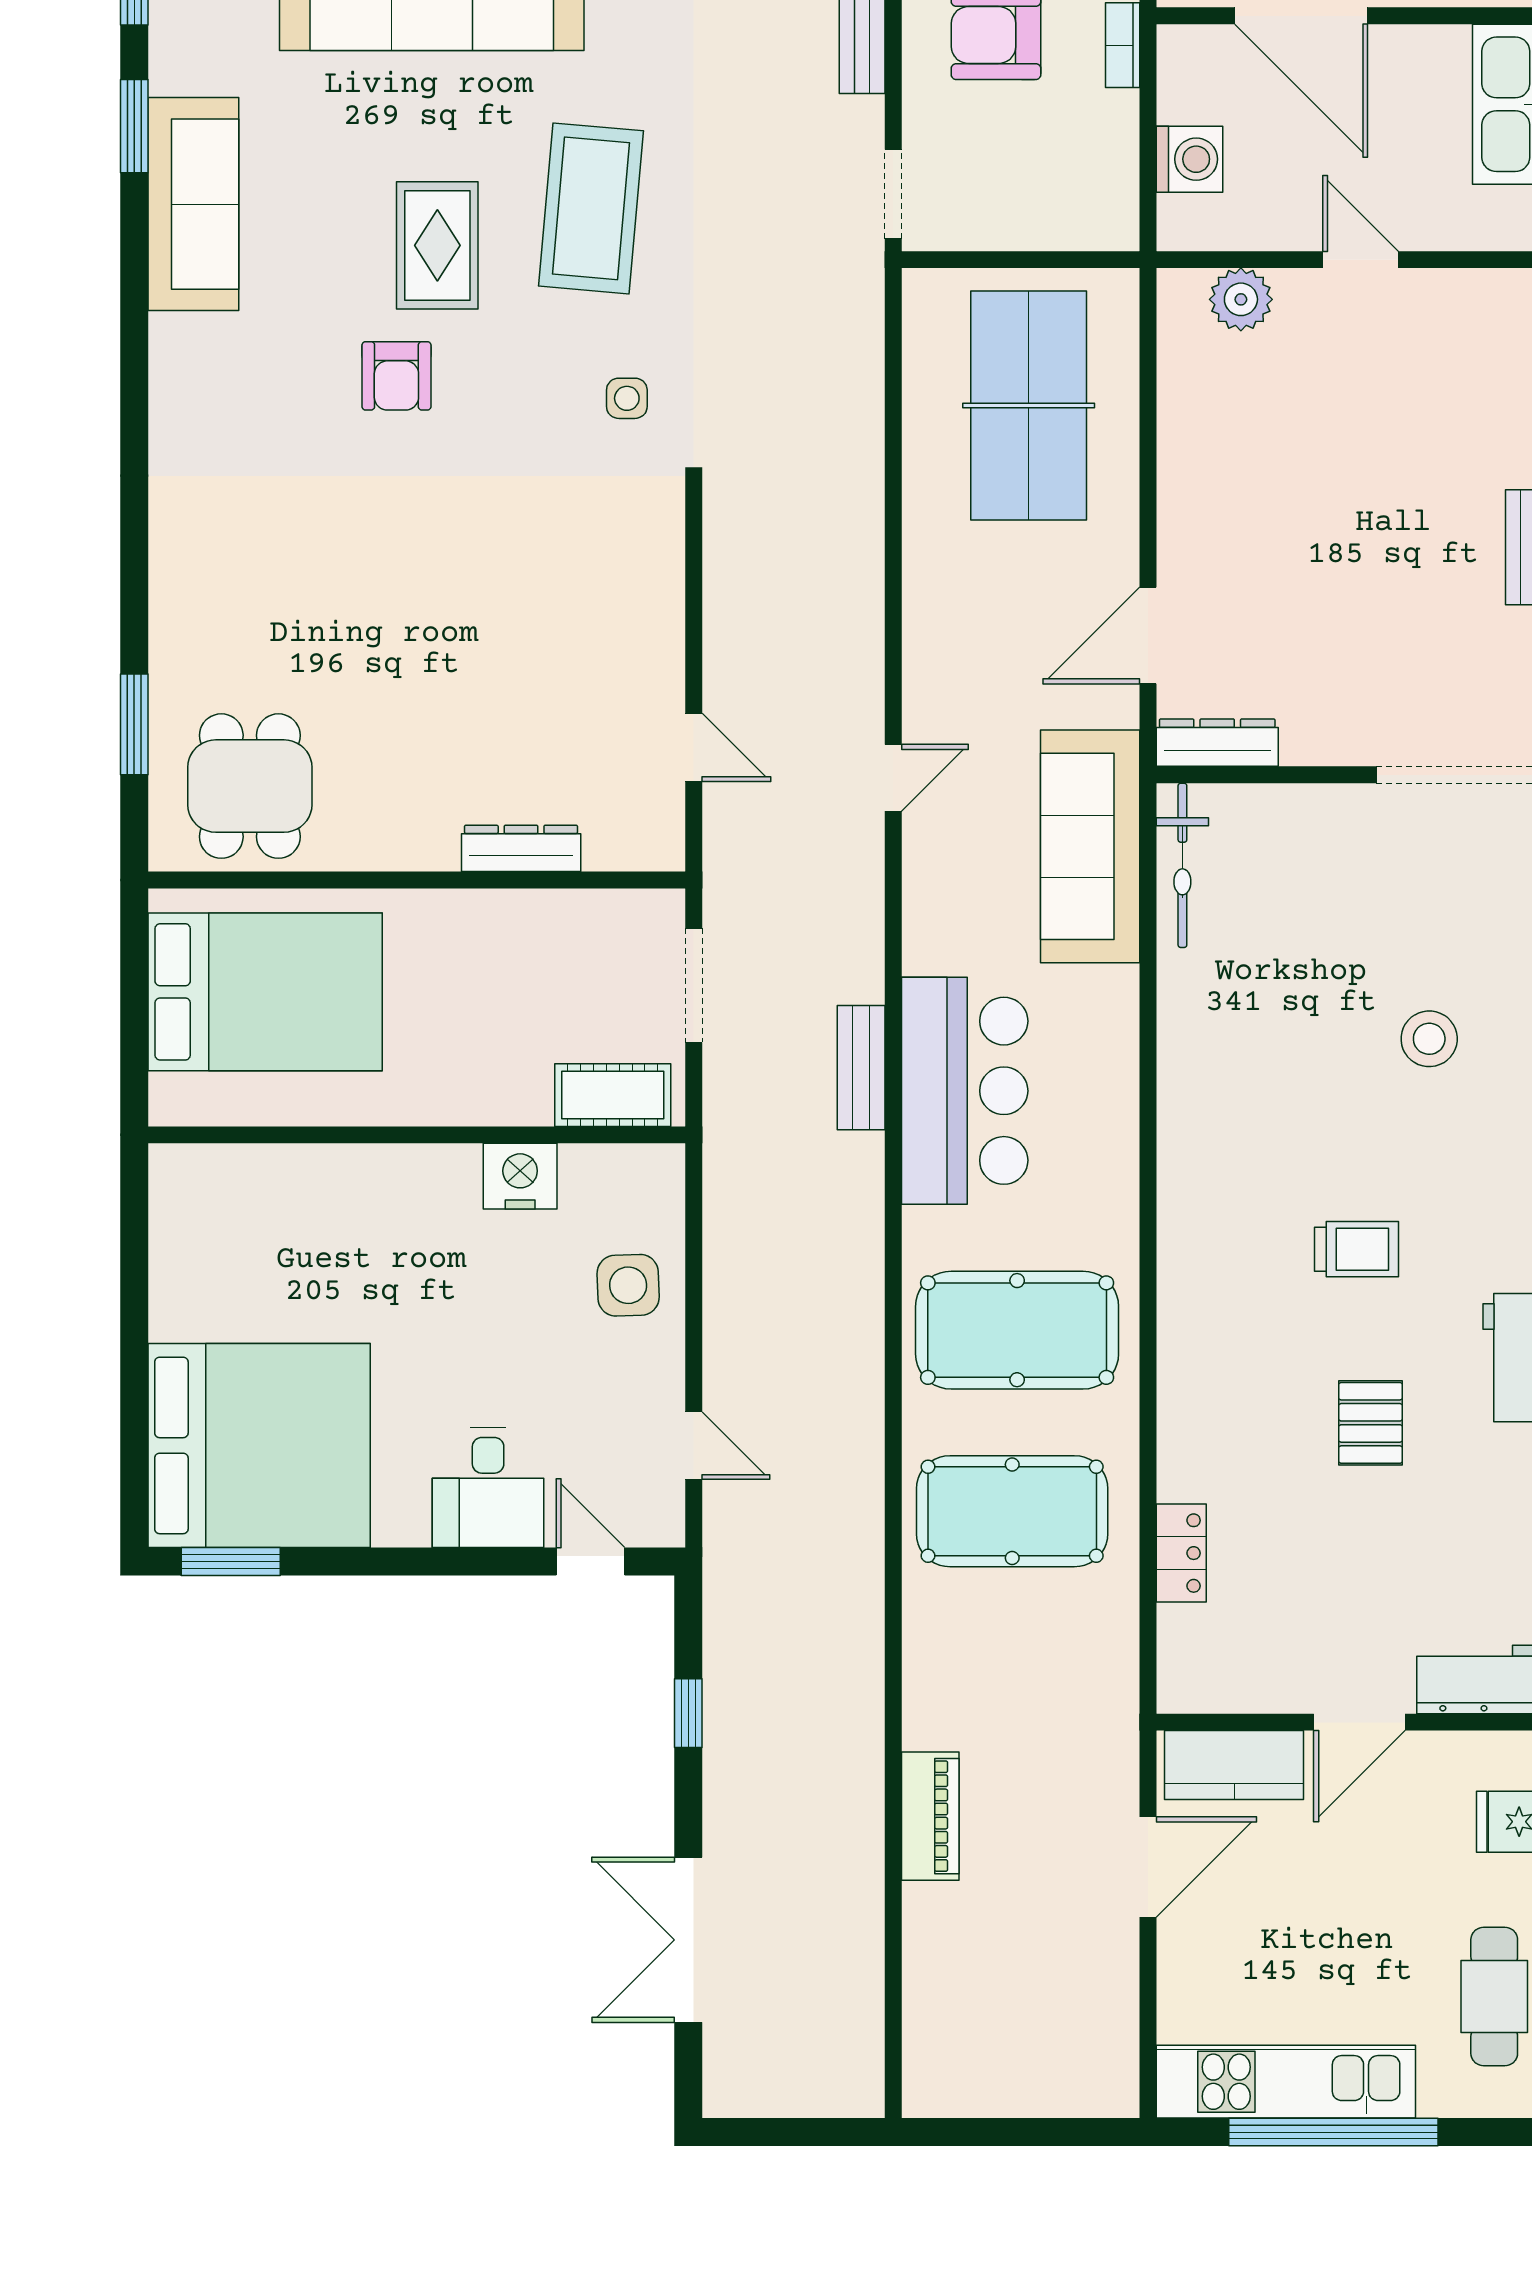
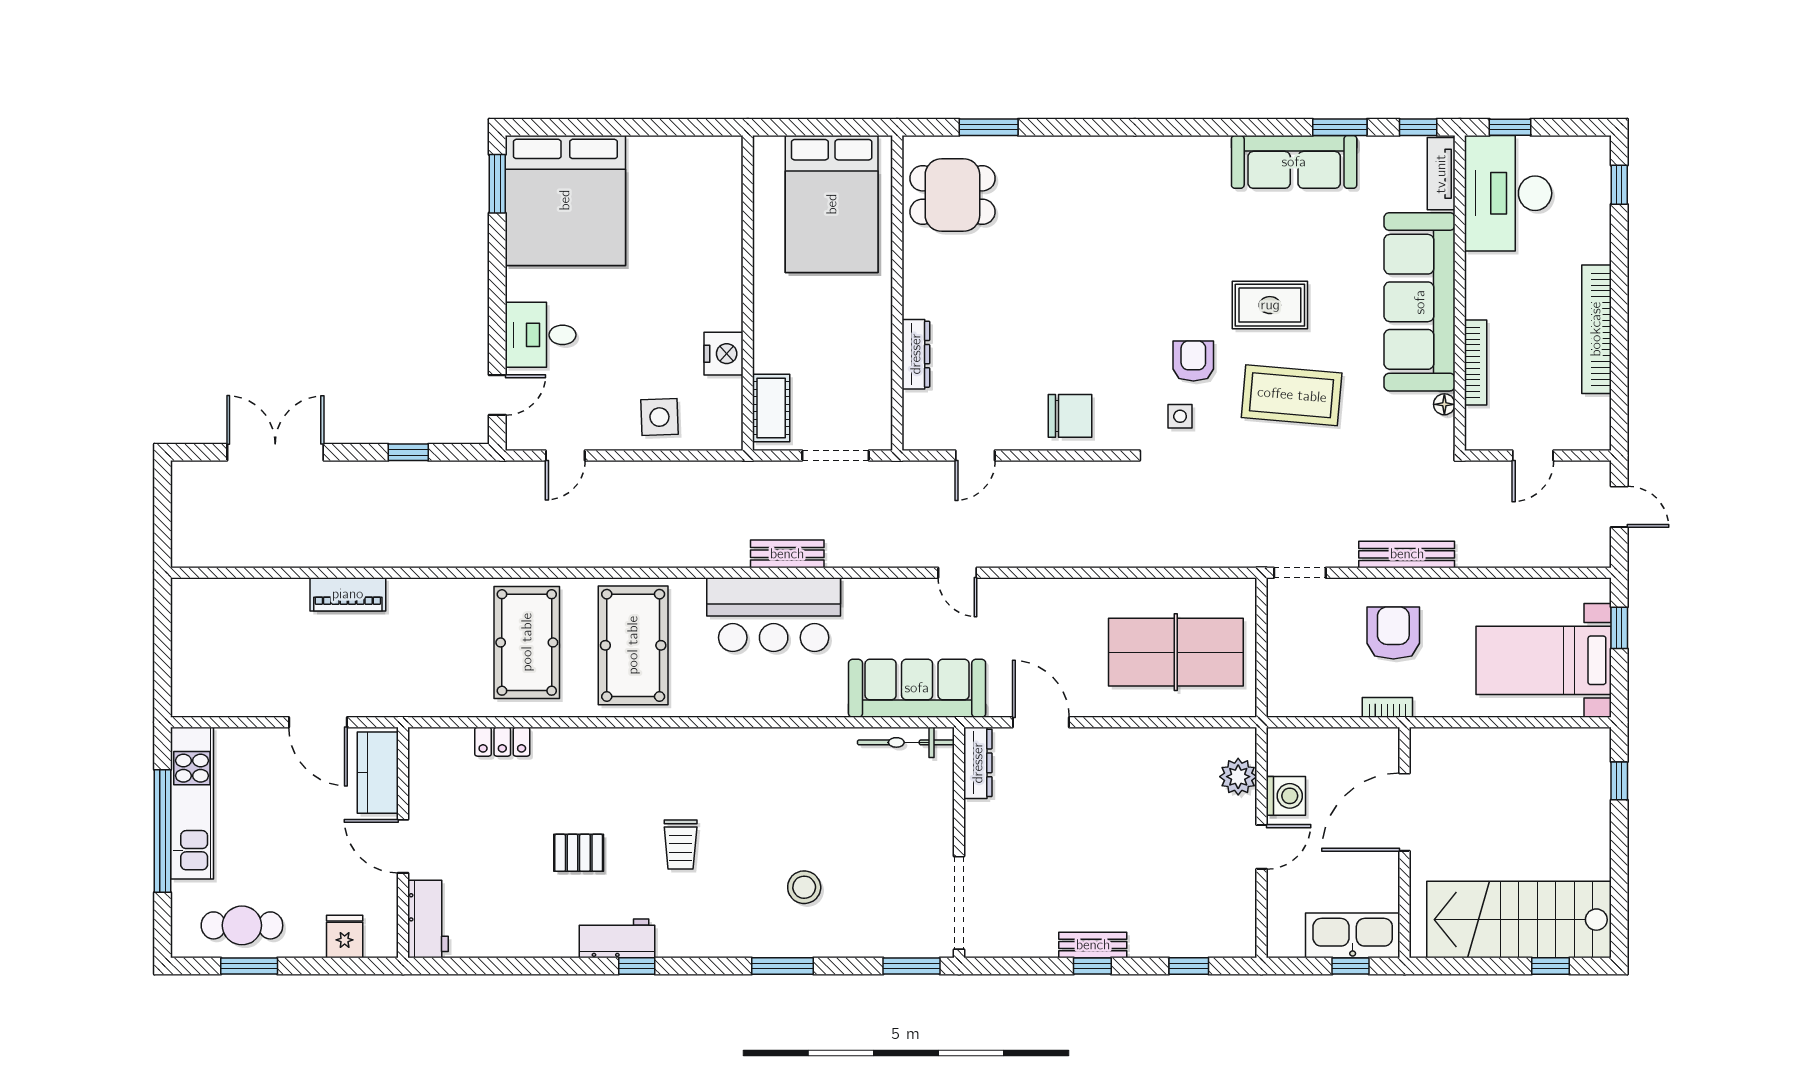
washing machine: (1190, 159) -> (1286, 796), moved, turned -90
armchair: (396, 376) -> (1193, 361), moved, turned 90
chair: (626, 586) -> (1070, 416), added

